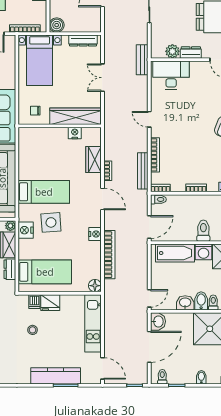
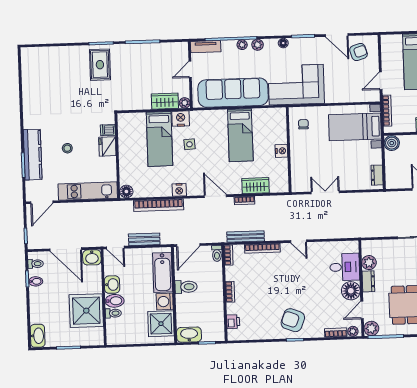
dresser: (83, 41) -> (377, 175), width x0.70
bench: (142, 60) -> (144, 239), moved
floor lamp: (199, 70) -> (351, 291), added
desk: (171, 75) -> (345, 267), width x0.73
double door: (102, 78) -> (325, 192), moved
wardrobe: (76, 116) -> (299, 166), removed
door: (149, 119) -> (299, 241), swing flipped
nightstand: (75, 133) -> (281, 151), moved
bed: (44, 192) -> (240, 135), moved
door: (102, 199) -> (215, 196), swing flipped
side table: (51, 222) -> (189, 144), width x0.54, depth x0.54
door: (149, 227) -> (188, 245), hinge flipped
toilet: (203, 231) -> (186, 287), moved
dresser: (10, 269) -> (140, 104), removed
bed: (45, 272) -> (160, 139), moved
stool: (33, 330) -> (67, 148), moved
bidet: (201, 377) -> (36, 281), moved

